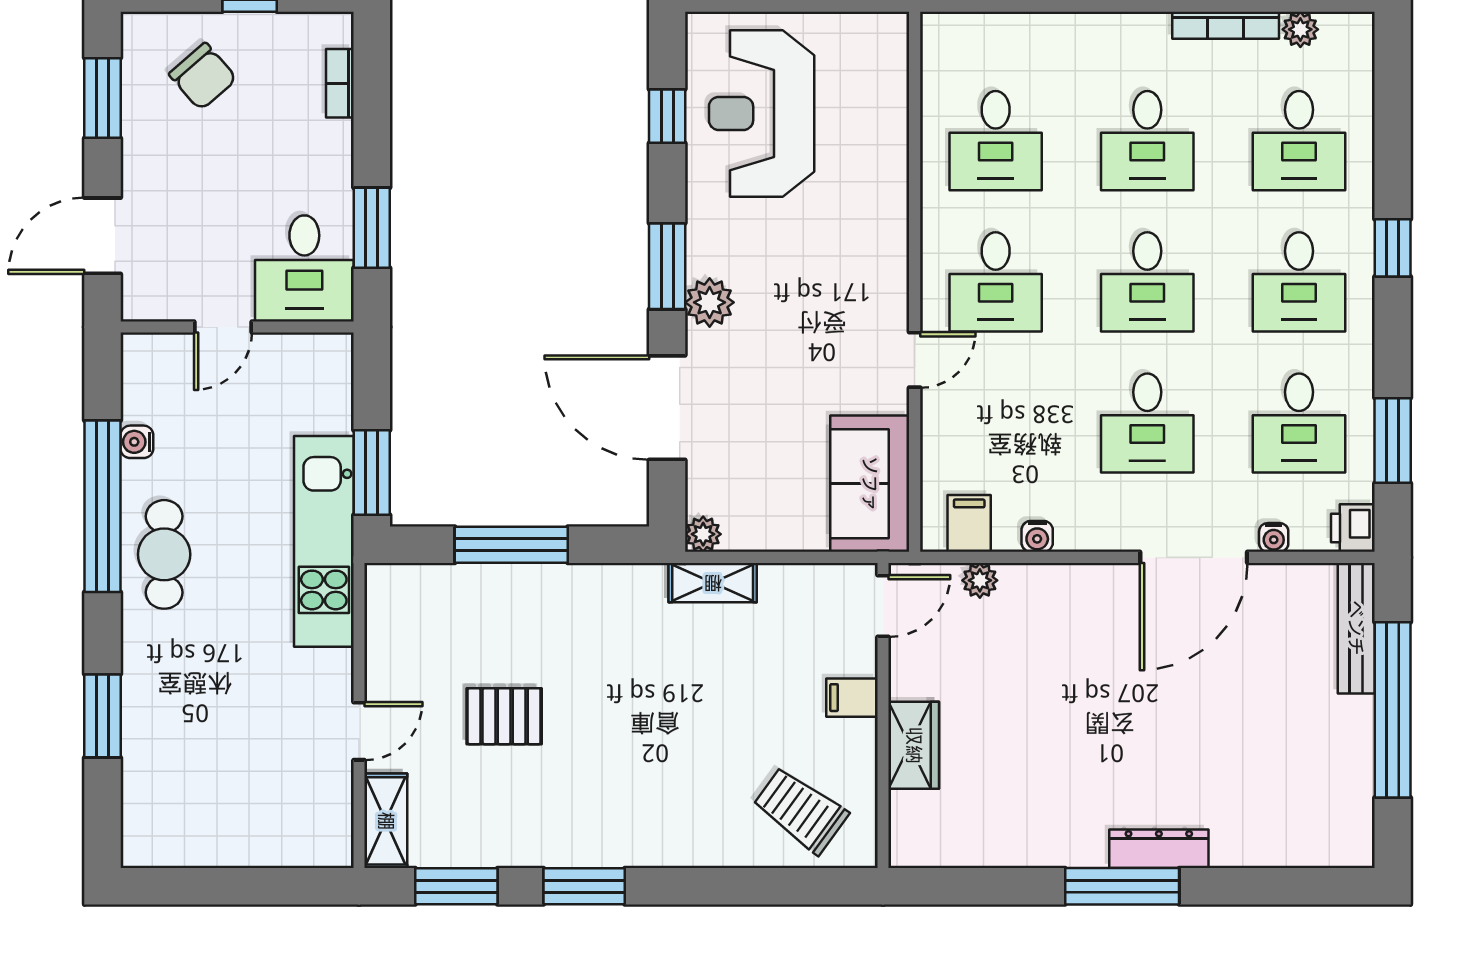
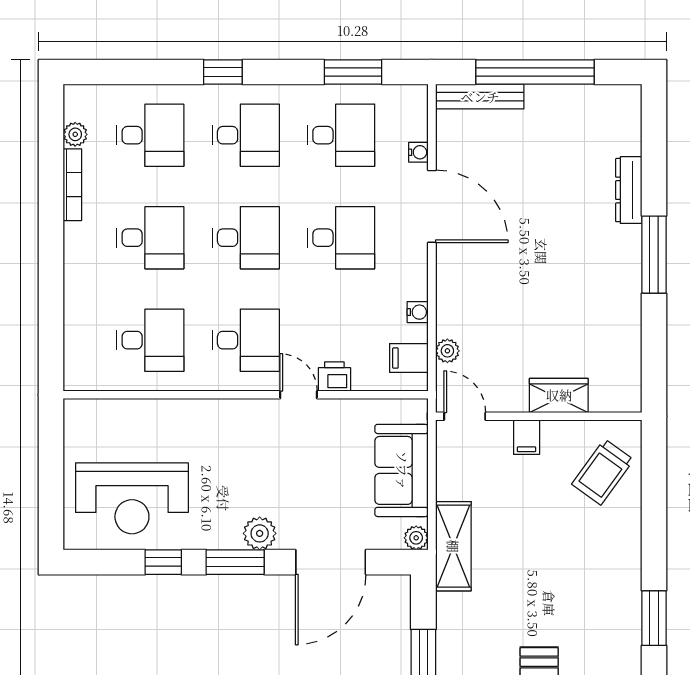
window: (667, 116) -> (163, 562), moved
sofa: (870, 484) -> (402, 470), moved, turned 90
printer: (1353, 528) -> (334, 376), moved, turned 180
shelving: (713, 583) -> (453, 546), width x1.50, depth x1.33
dresser: (1159, 849) -> (629, 190), moved

